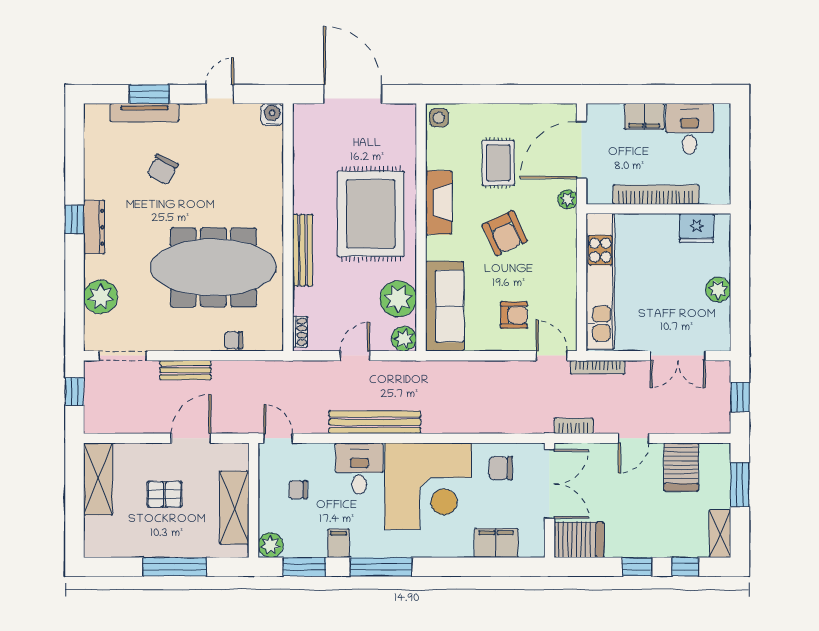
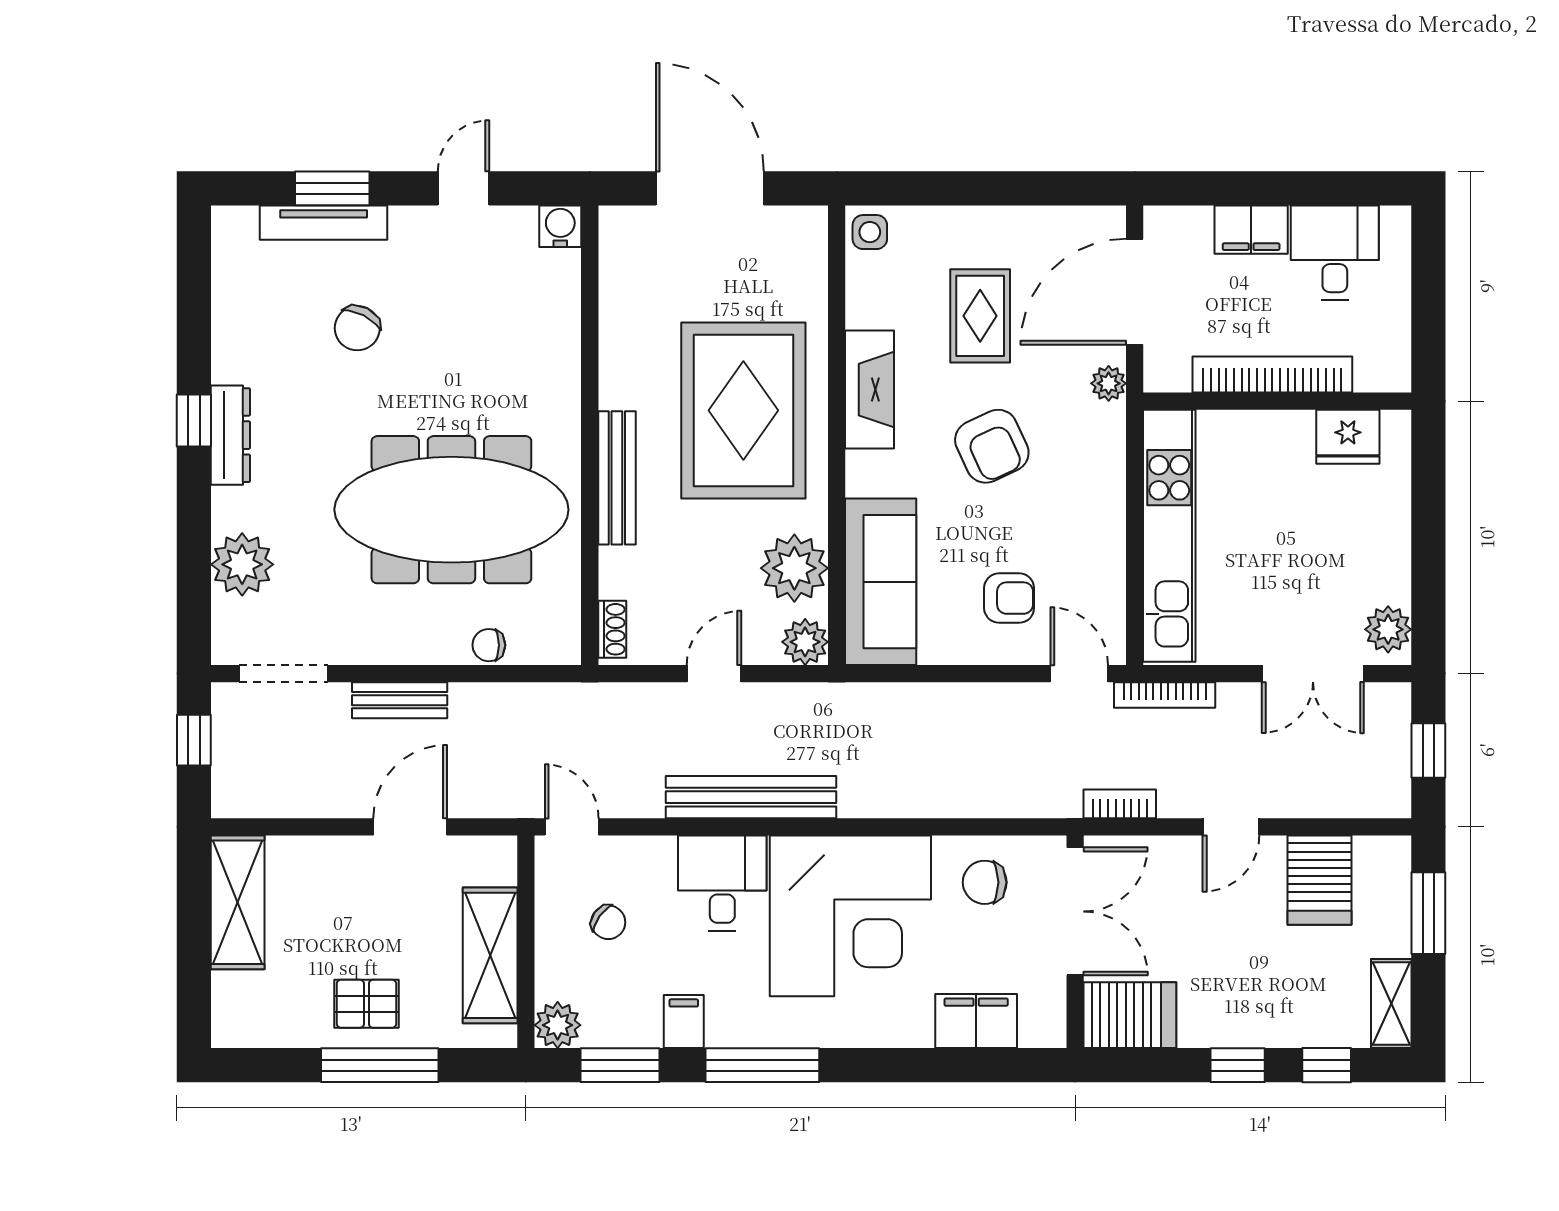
plant: (718, 290) -> (1388, 629), moved
chair: (298, 490) -> (608, 922), turned -144
pallet: (165, 494) -> (366, 1004), moved

